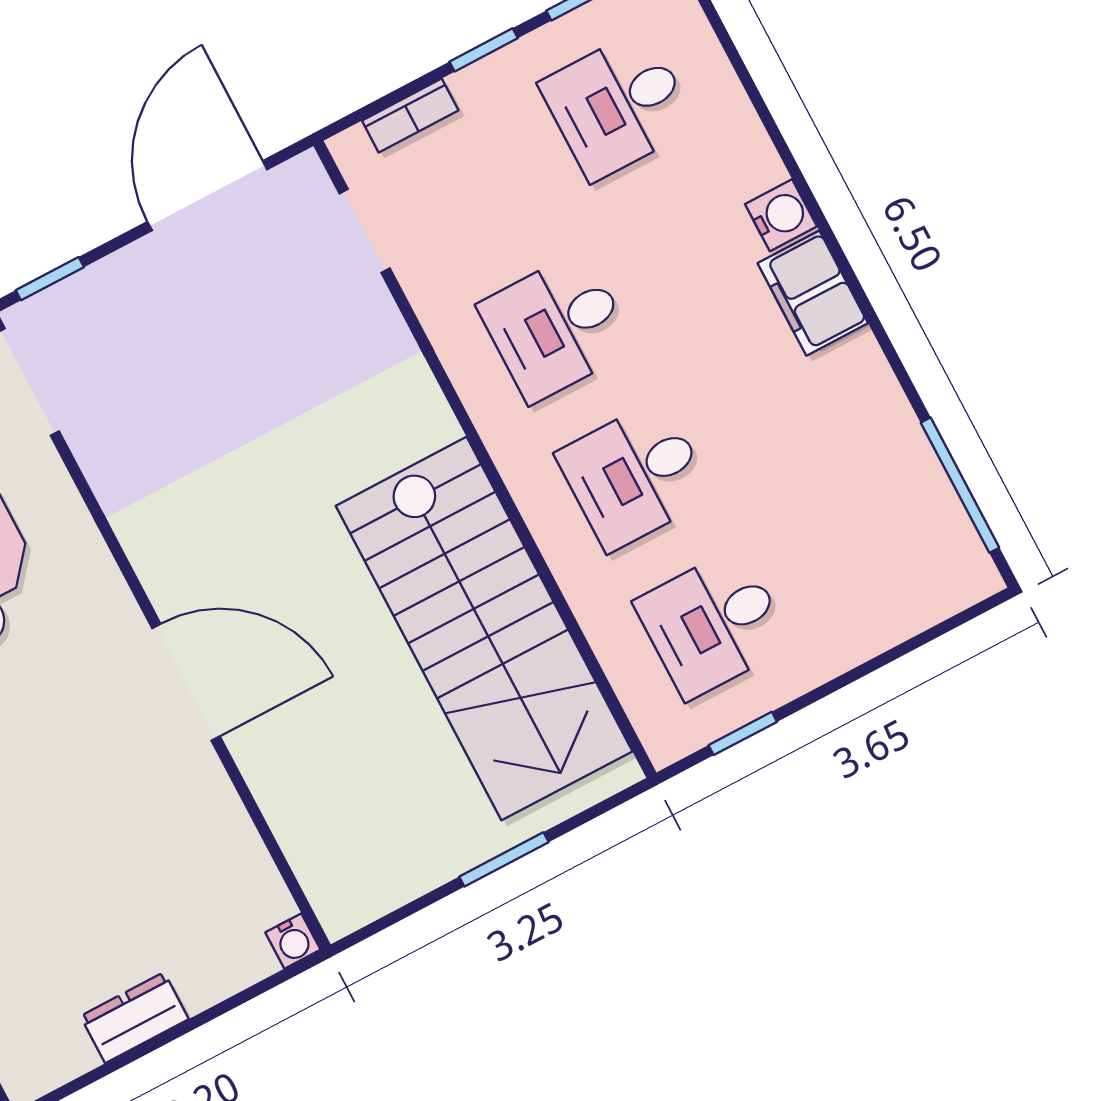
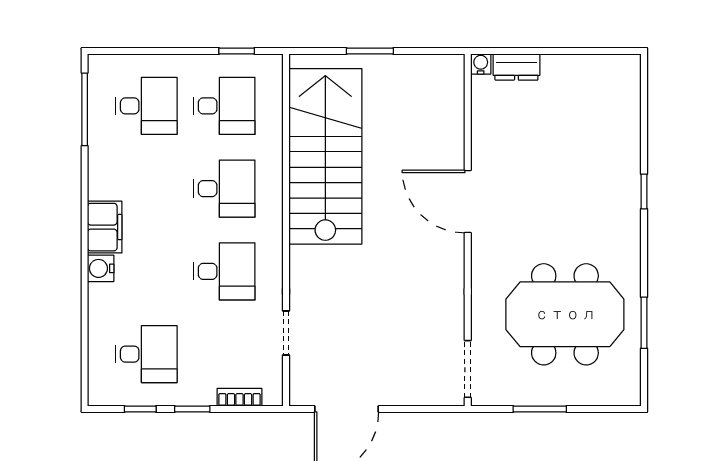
doorway: (365, 231) -> (286, 333), moved
window: (50, 279) -> (434, 409), removed
desk: (853, 550) -> (146, 106), added
dresser: (135, 1018) -> (516, 67), moved

